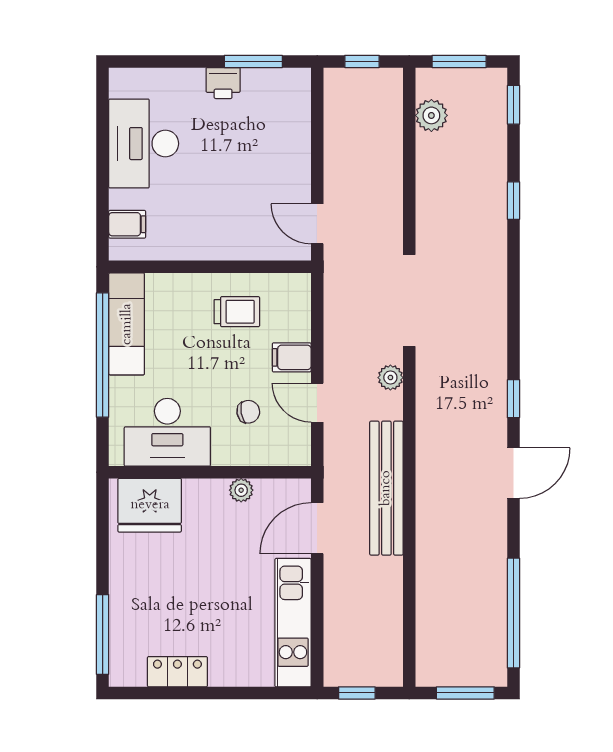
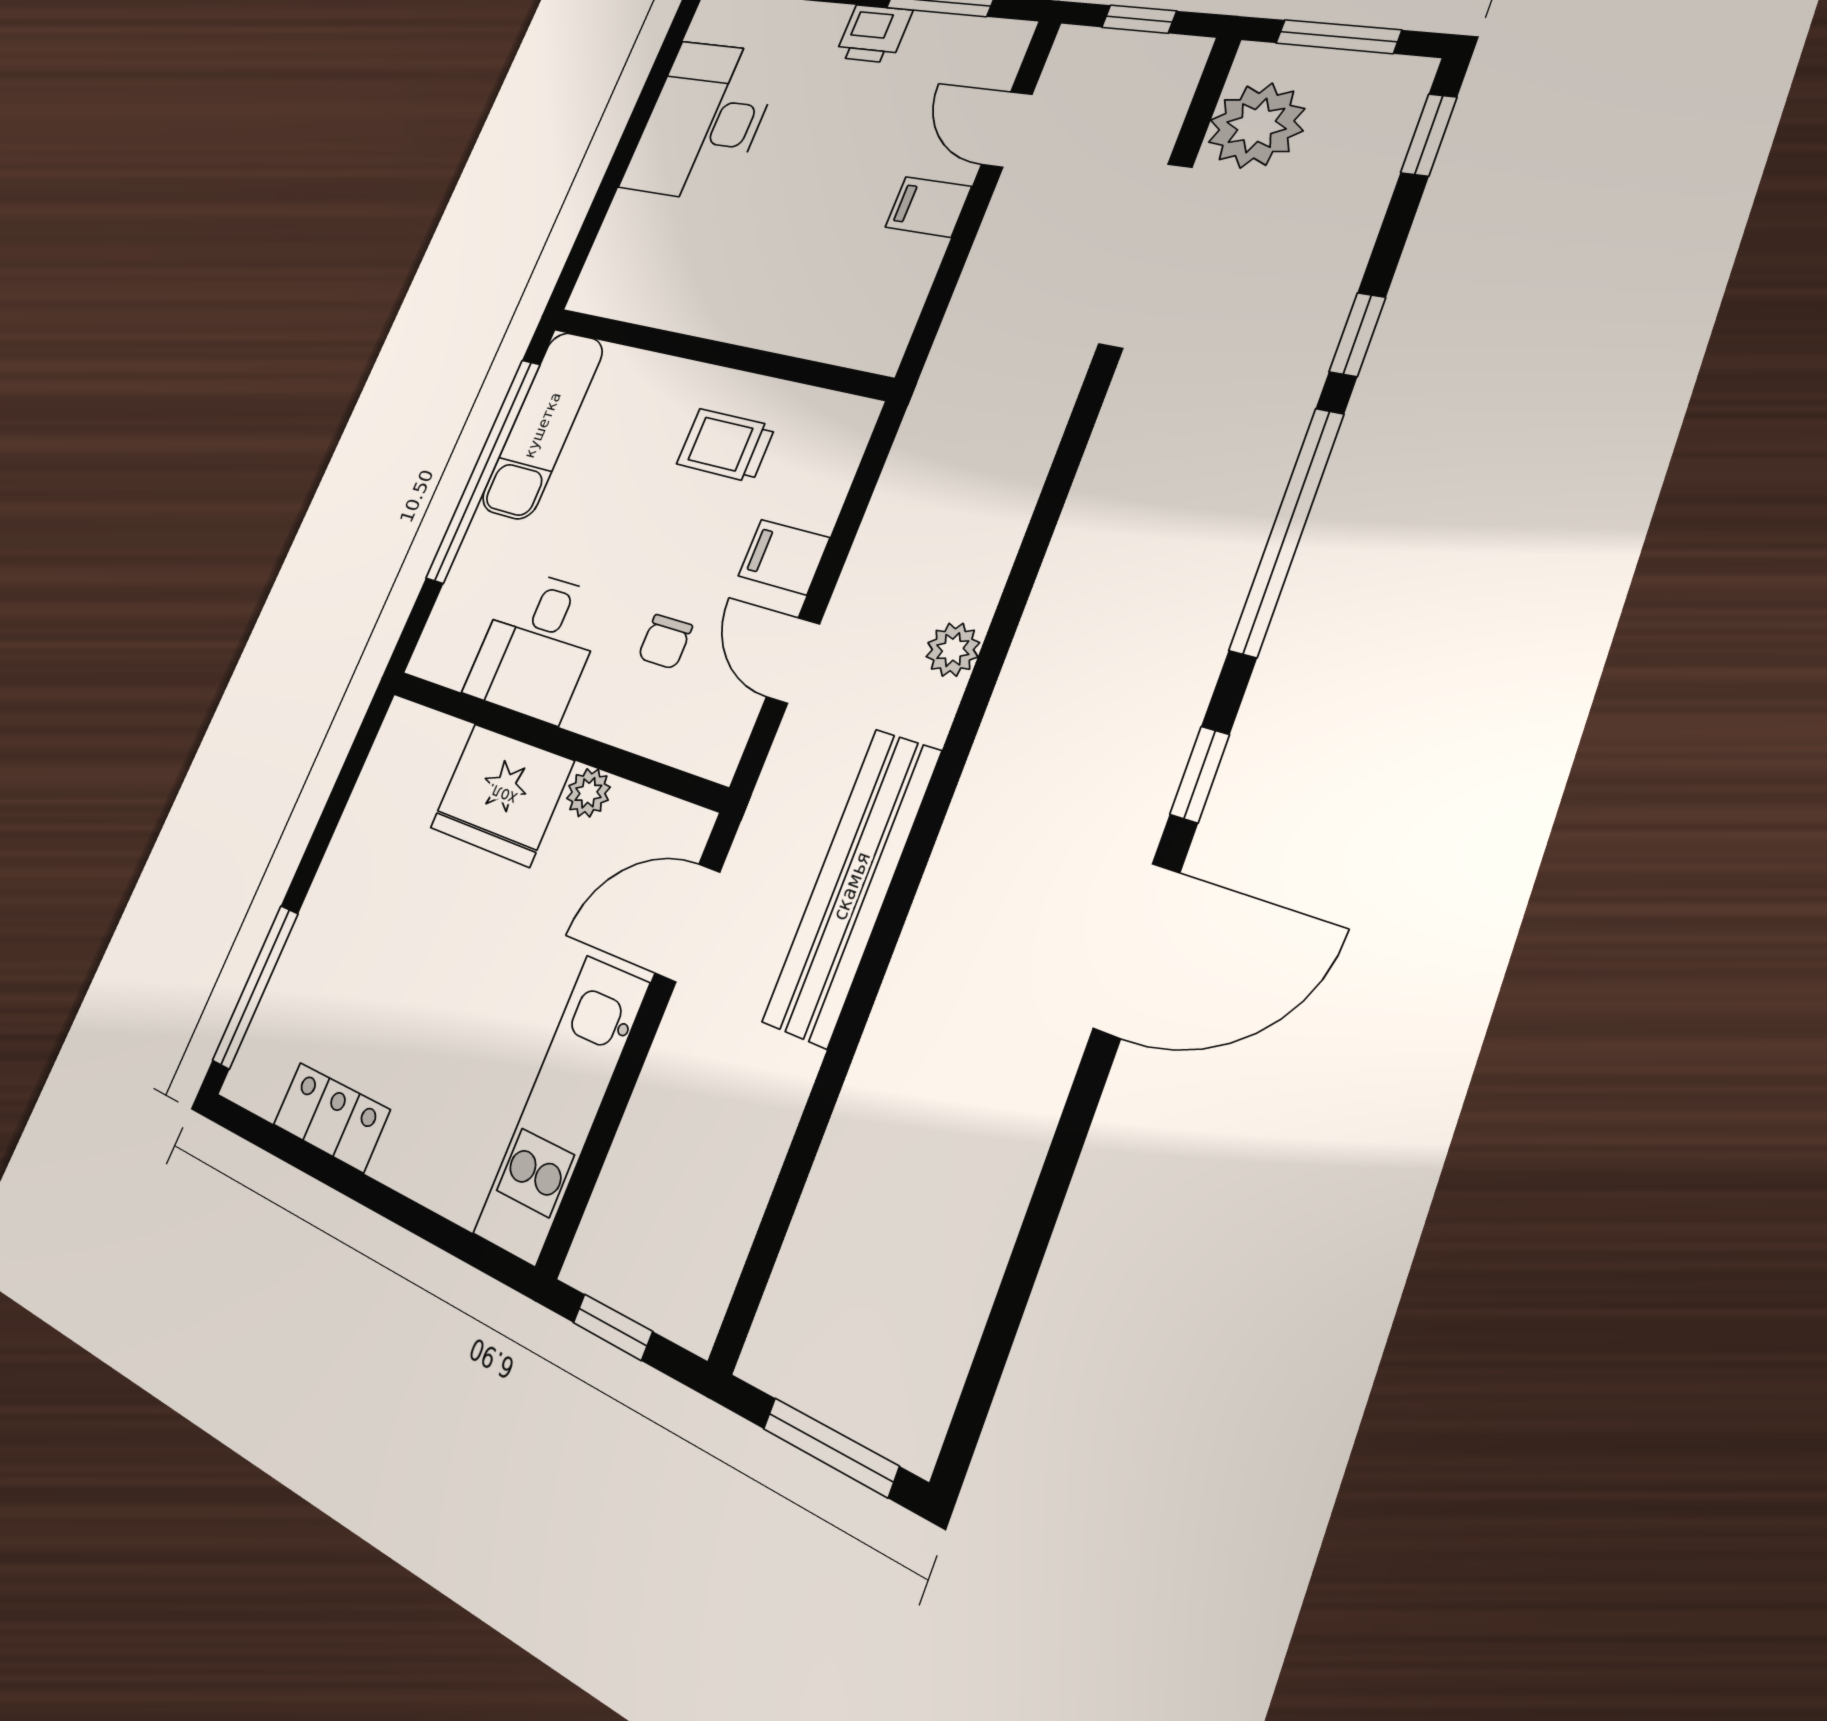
plant: (431, 115) -> (1256, 125), width x1.36, depth x1.36
filing cabinet: (127, 224) -> (928, 207), moved, turned 180
door: (317, 224) -> (1007, 129), moved
doorway: (409, 300) -> (1146, 255), moved
trolley: (237, 312) -> (726, 445), turned 180
chair: (248, 412) -> (665, 642), turned 100
desk: (167, 432) -> (537, 645), width x0.73
door: (513, 473) -> (1137, 950), width x1.36
fridge: (150, 505) -> (502, 794), moved
window: (513, 613) -> (1287, 531), moved

